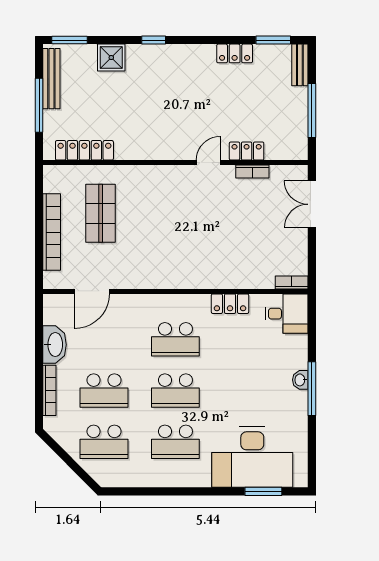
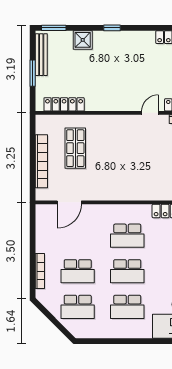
window: (39, 105) -> (33, 73), width x0.69
washbasin: (55, 345) -> (43, 239), removed

